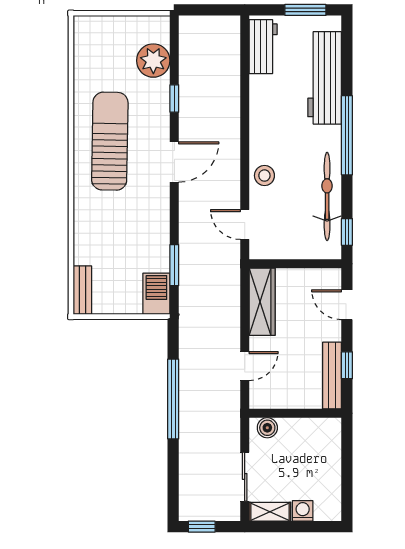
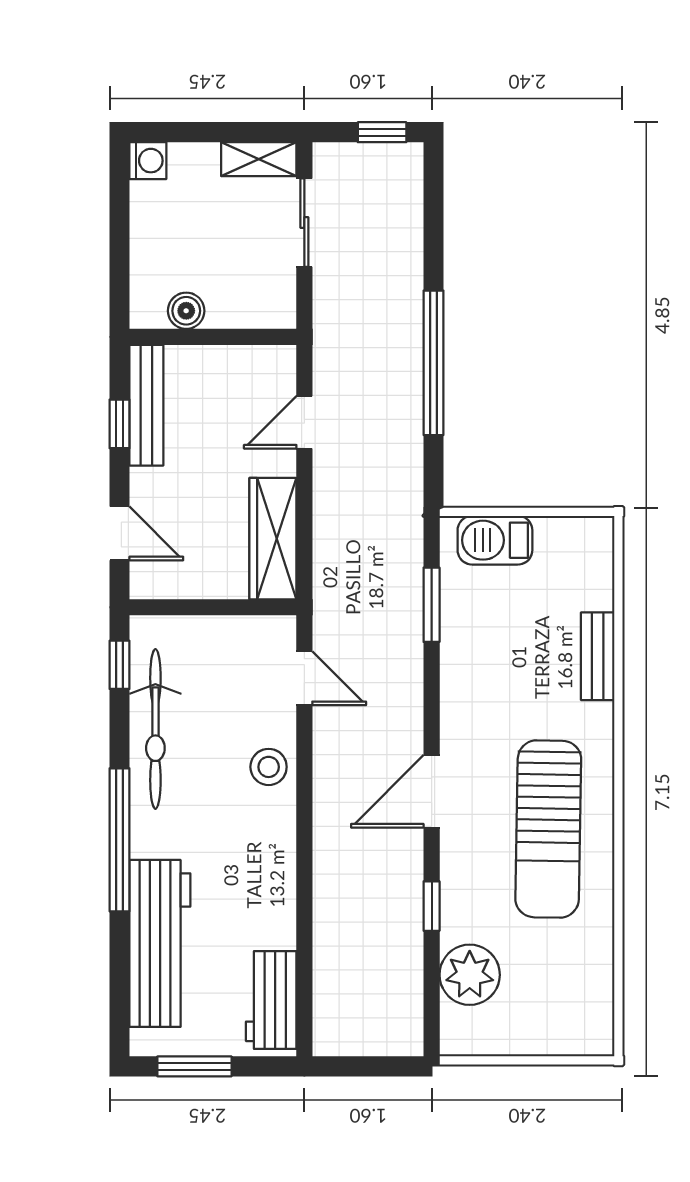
bench: (82, 290) -> (598, 656), moved
barbecue: (156, 294) -> (495, 540), moved, turned 90
boiler: (267, 428) -> (186, 311), moved
washing machine: (303, 511) -> (148, 161), moved, turned -90

